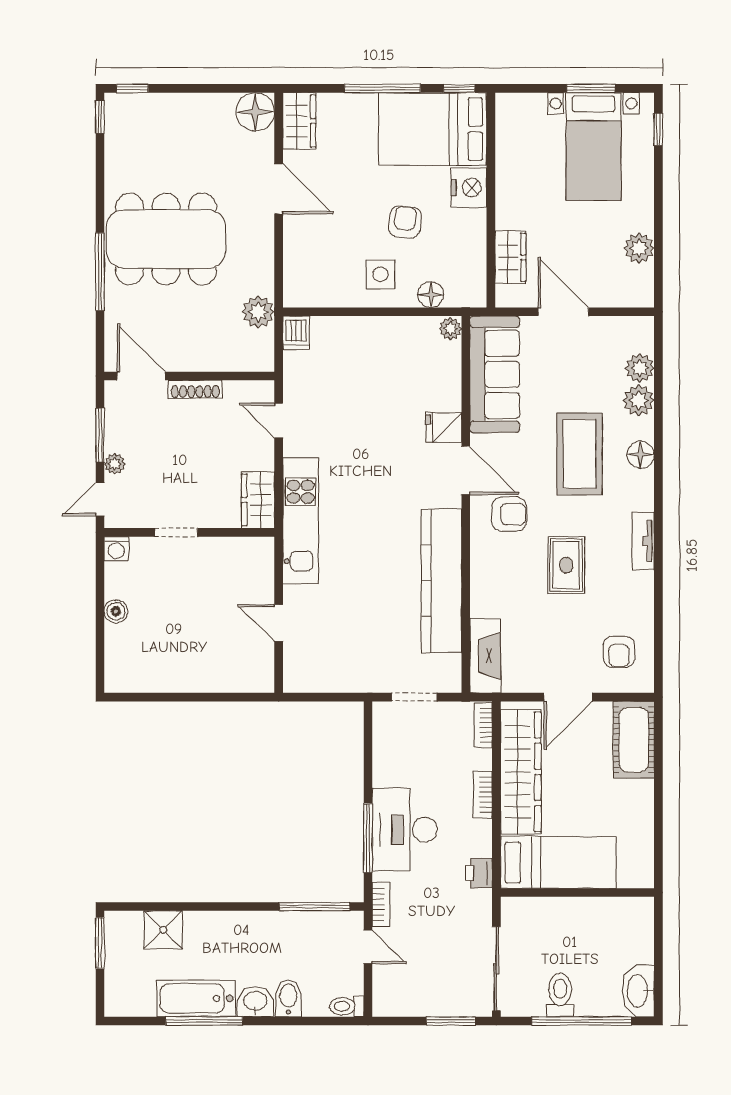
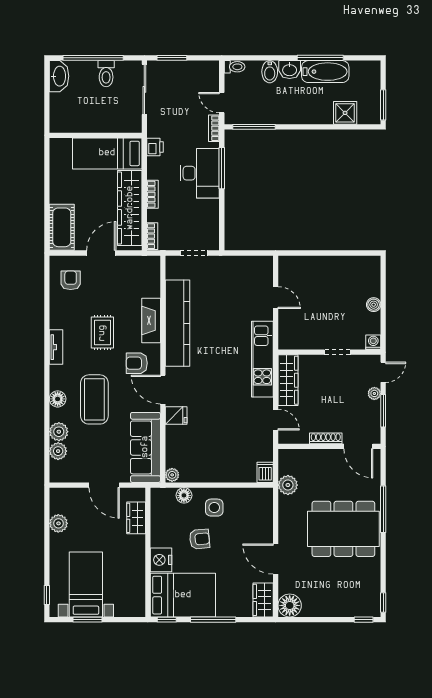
armchair: (405, 222) -> (200, 539), turned -102
wardrobe: (258, 500) -> (288, 380), width x1.50
fireplace: (485, 656) -> (151, 320), moved

